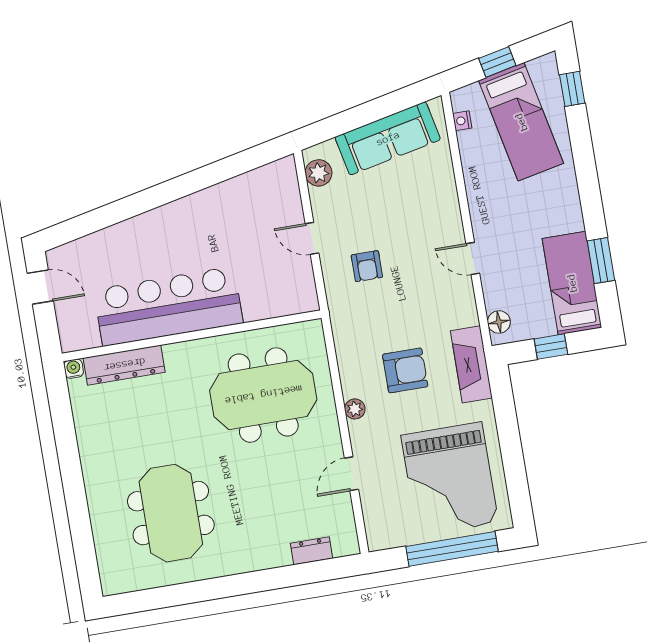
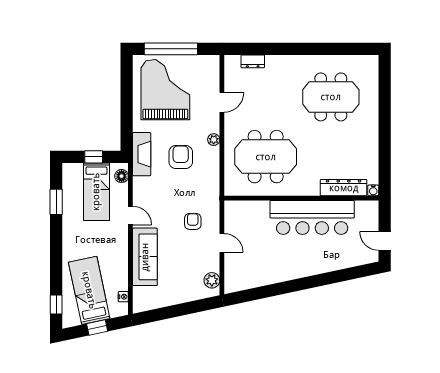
sofa: (388, 138) -> (145, 257), moved, turned 102
bed: (572, 283) -> (96, 192), moved
armchair: (405, 370) -> (181, 157), turned 90
meeting table: (171, 513) -> (331, 97), turned 90

